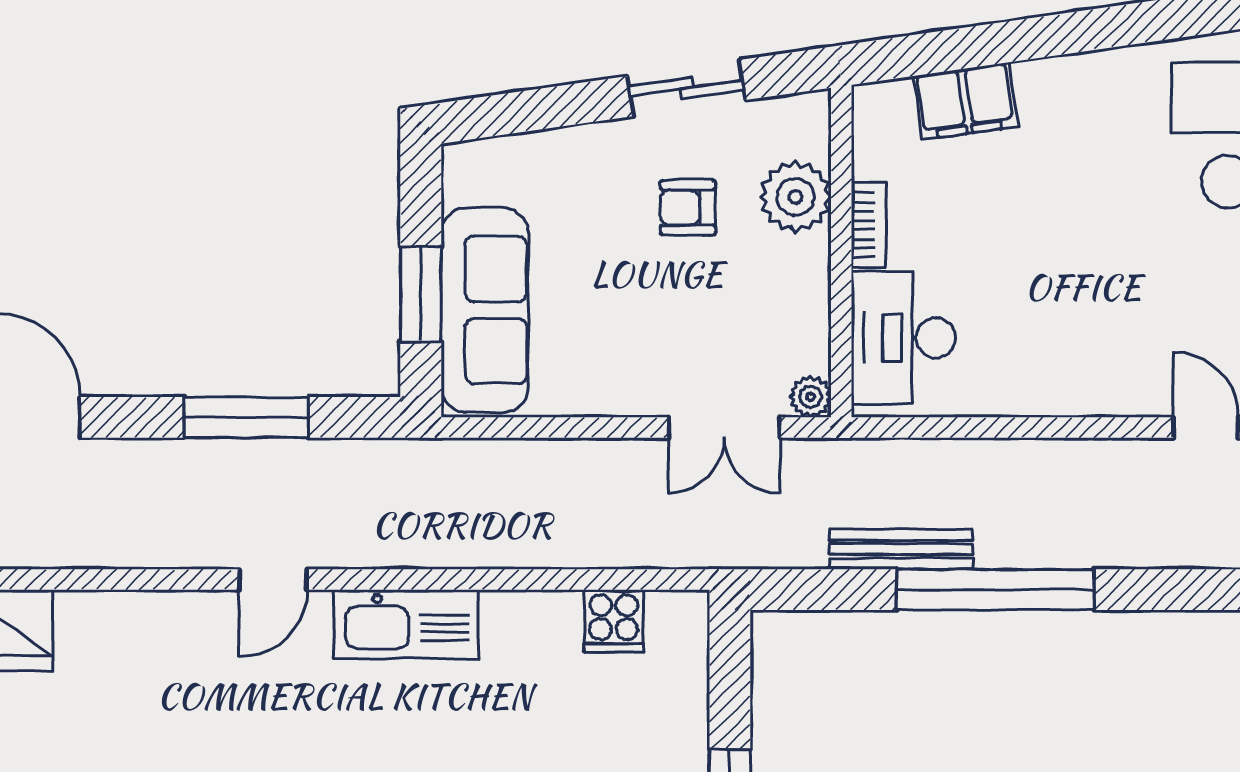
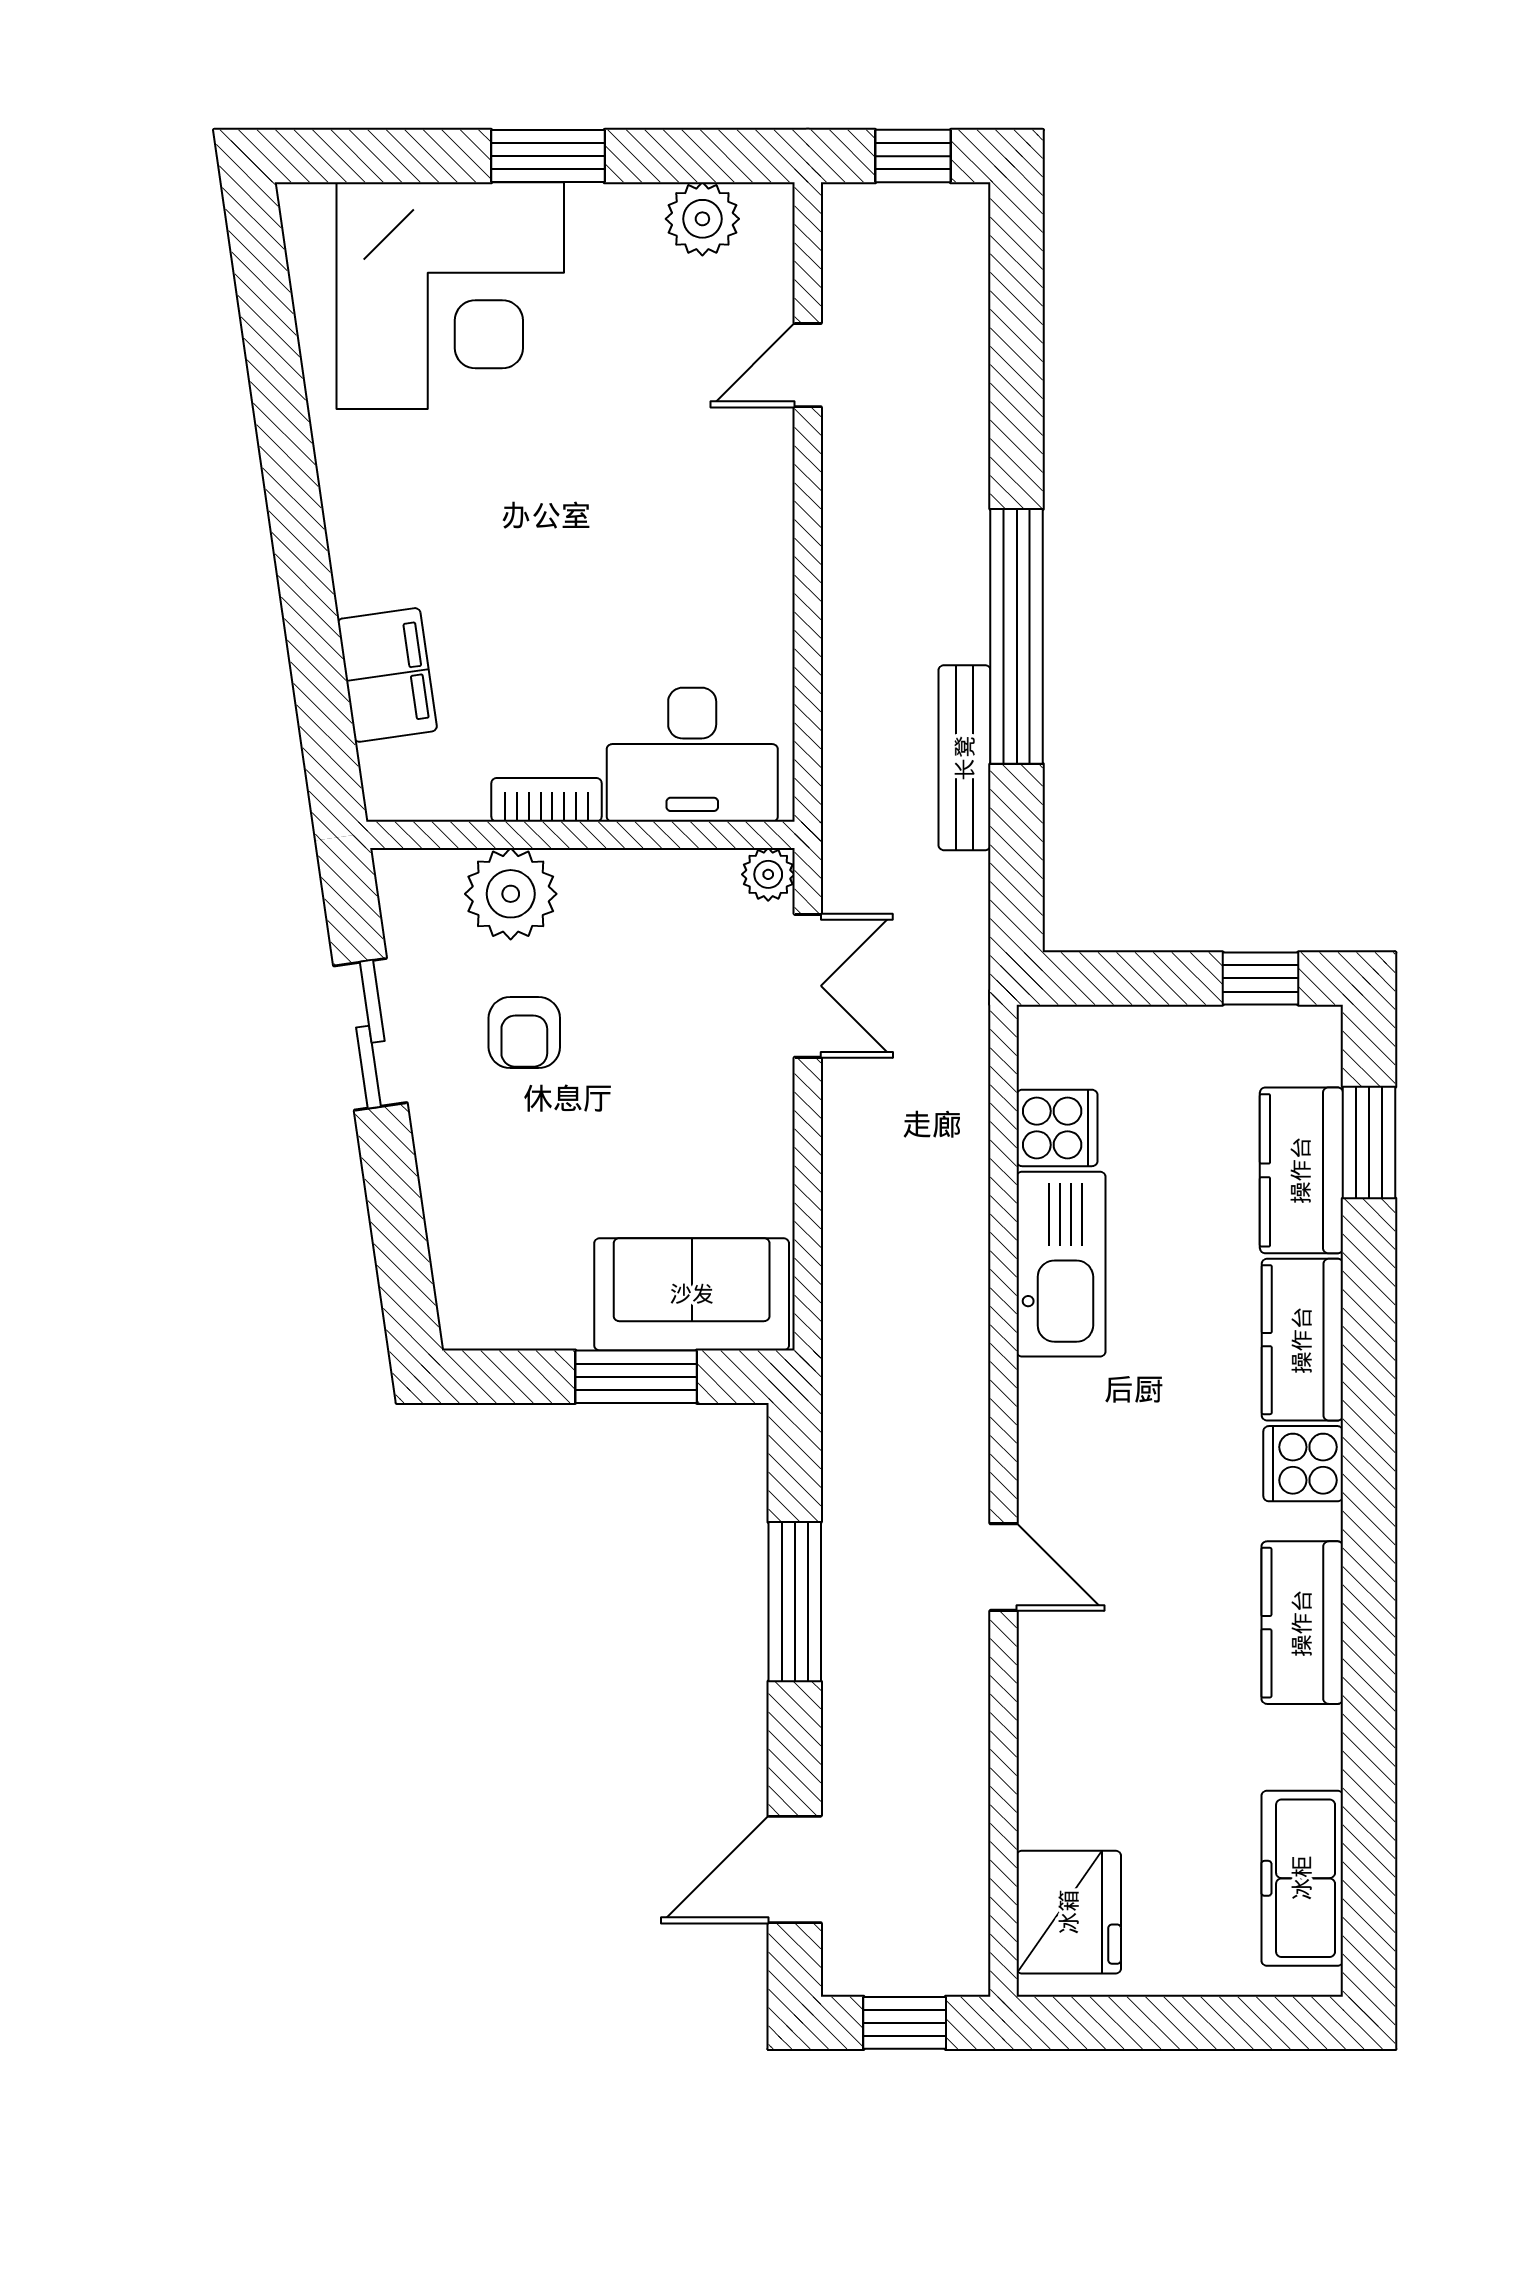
sofa: (485, 310) -> (692, 1294), width x0.73
kitchen sink: (406, 624) -> (1061, 1264), moved

